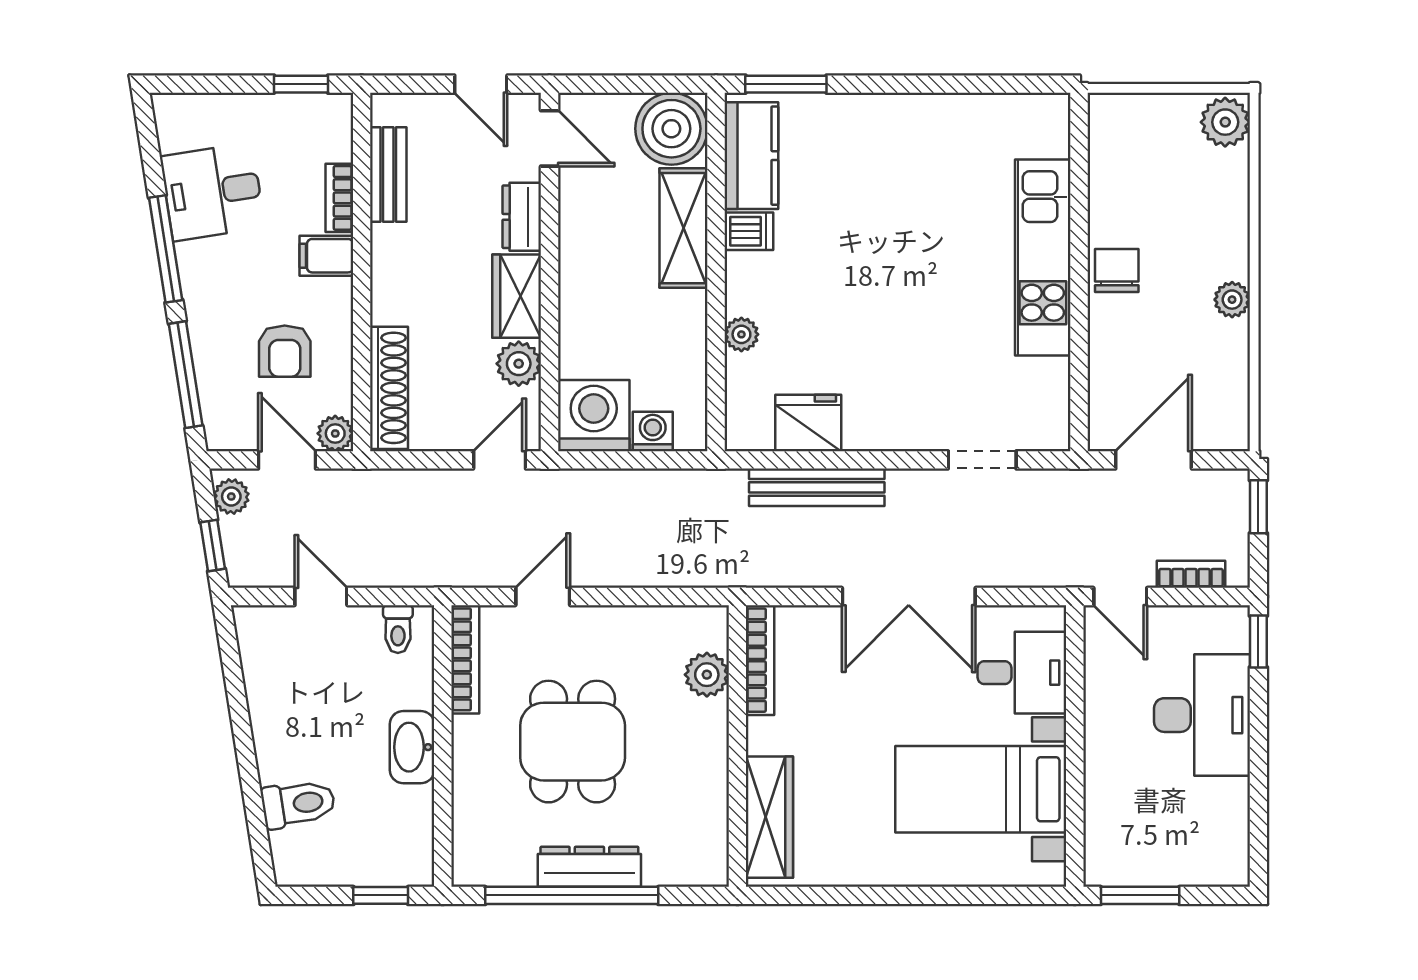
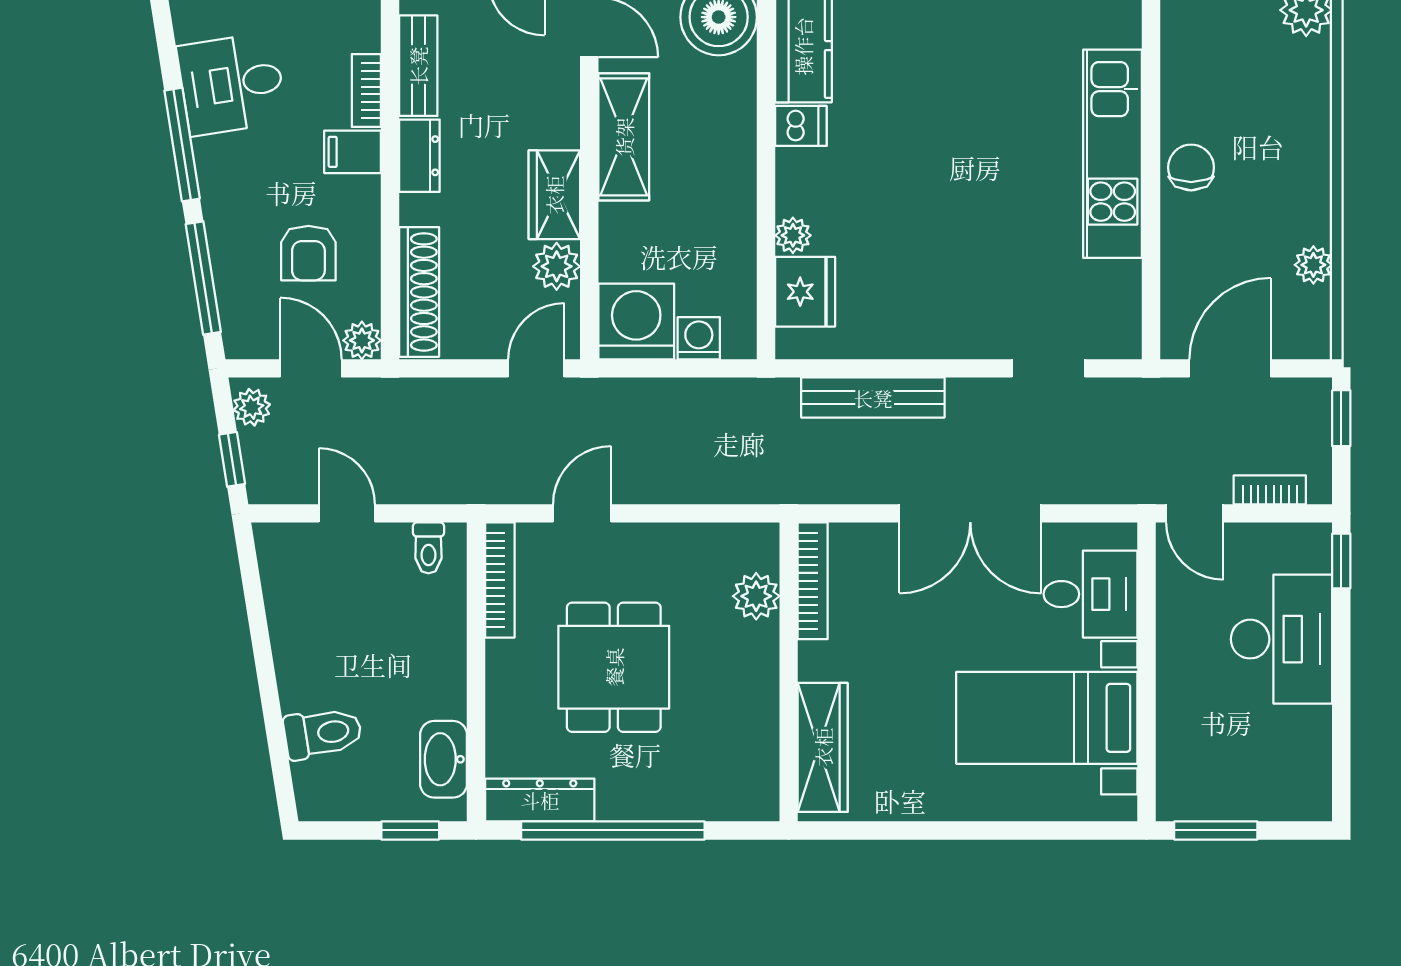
dresser: (522, 217) -> (419, 156), moved, turned 180
shelving: (684, 228) -> (624, 137), moved
plant: (1232, 300) -> (1313, 265), moved
fridge: (808, 423) -> (805, 292), moved, turned 90
washbasin: (412, 747) -> (444, 759), moved
dresser: (589, 867) -> (540, 800), moved

